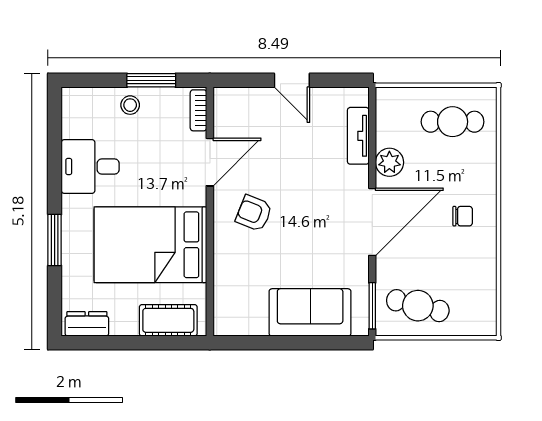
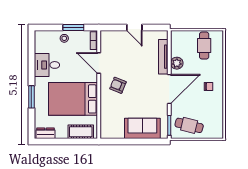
cafe table: (453, 122) -> (204, 46), turned 90
tv unit: (358, 136) -> (163, 57), width x1.41
door: (210, 162) -> (99, 63), swing flipped

